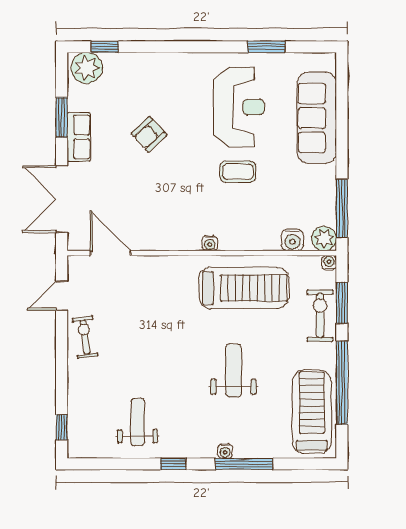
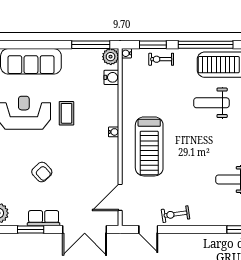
treadmill: (244, 288) -> (149, 146), moved, turned 180
exercise bike: (320, 315) -> (161, 59), width x0.73, depth x0.72
weight bench: (233, 371) -> (211, 103), moved

